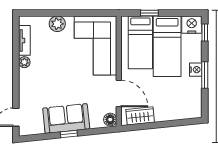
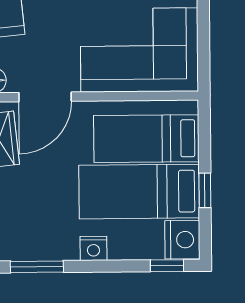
window: (149, 13) -> (205, 190), moved
window: (205, 75) -> (37, 267), moved

